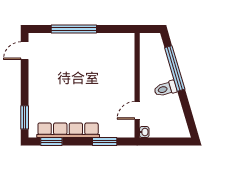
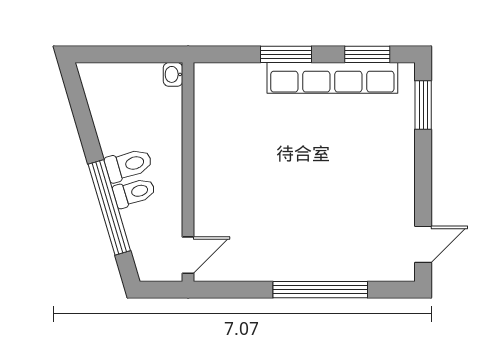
toilet: (163, 76) -> (134, 192), added
door: (137, 110) -> (188, 255), moved
window: (105, 142) -> (286, 54), moved

